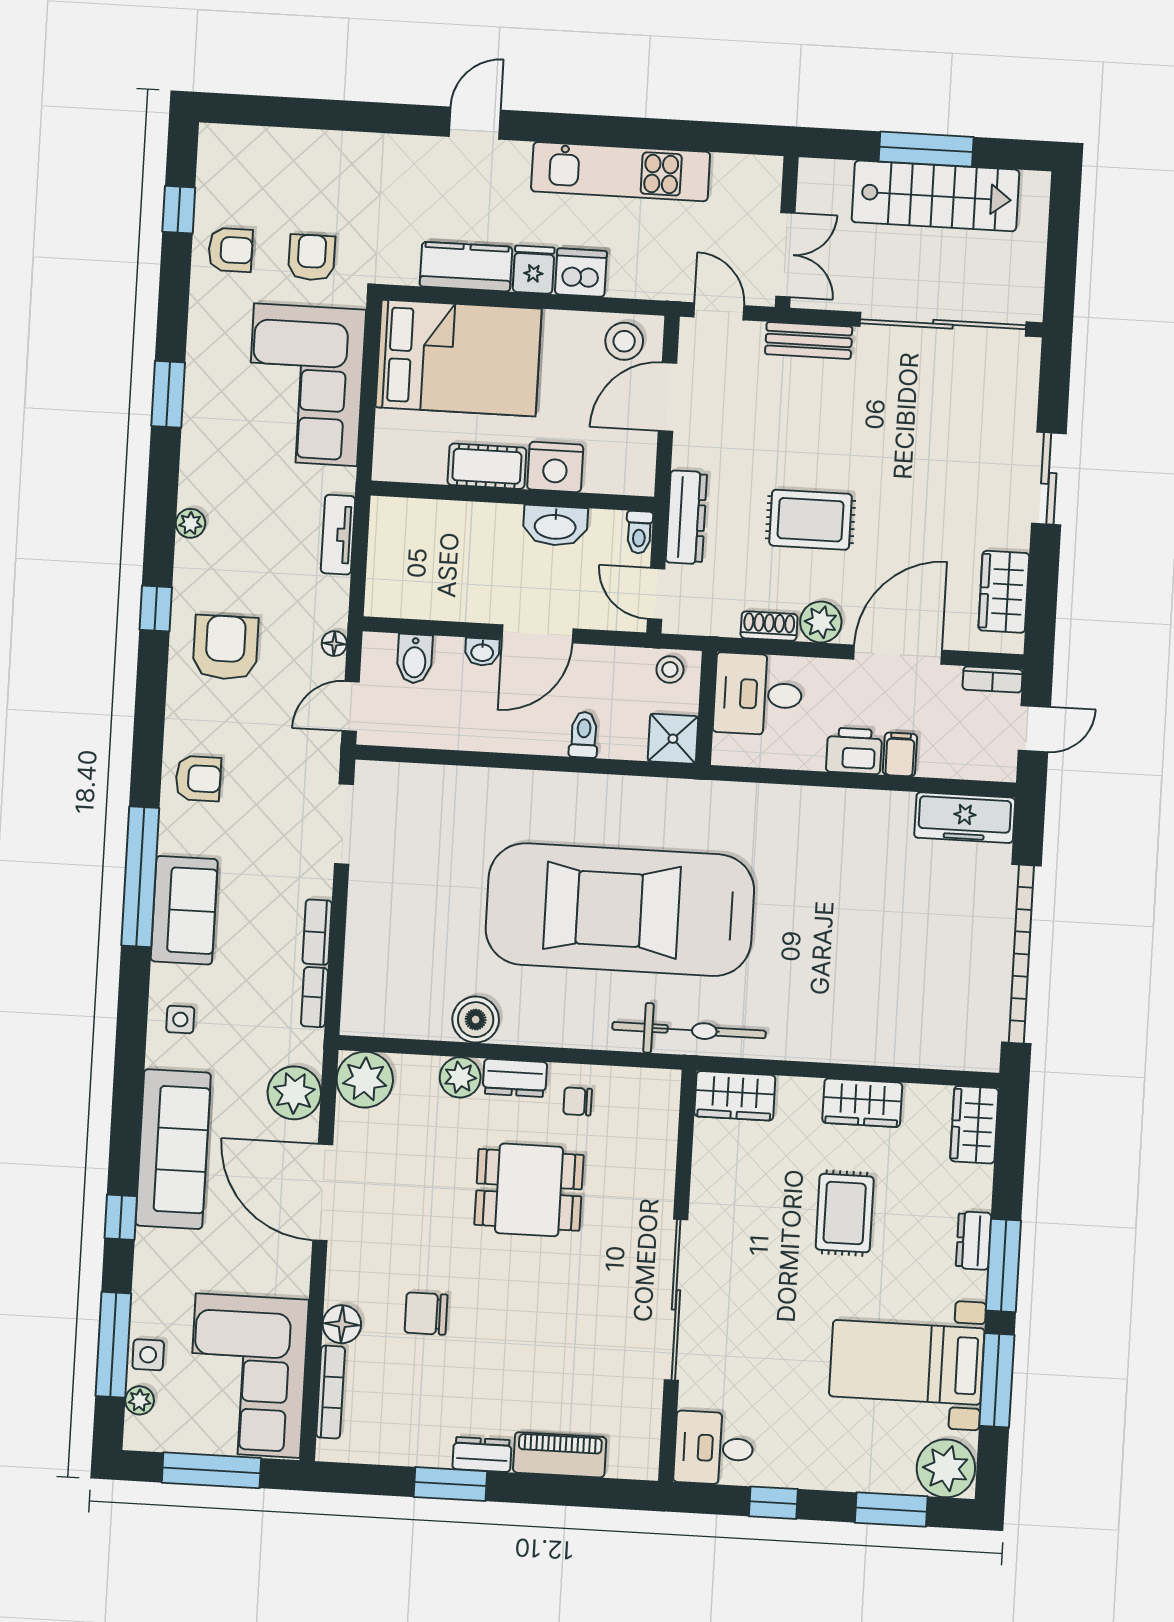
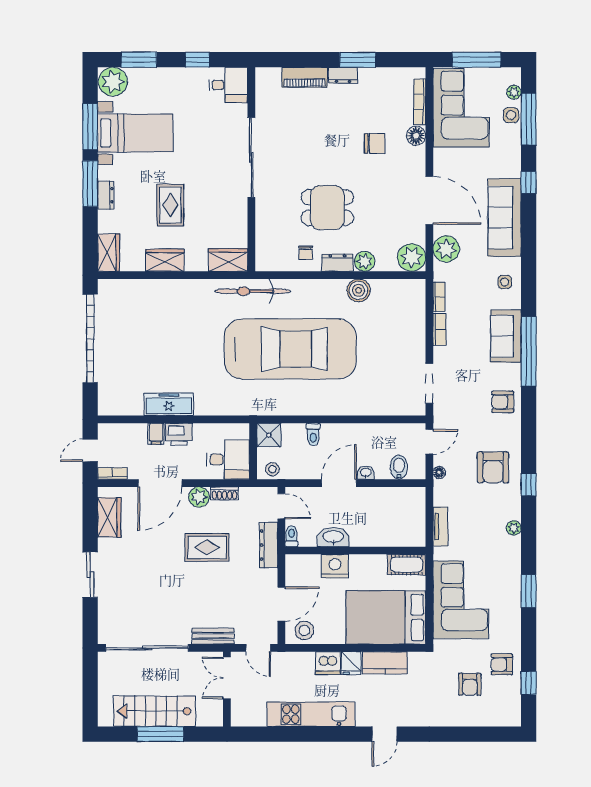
armchair: (312, 258) -> (470, 684), moved
cot: (487, 466) -> (406, 565), moved
freezer: (965, 818) -> (169, 404), moved
chair: (578, 1101) -> (306, 253), turned 90

